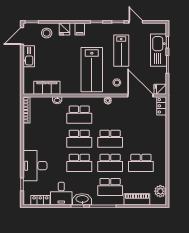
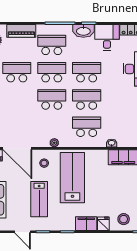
filing cabinet: (80, 29) -> (86, 224), width x2.00
lab bench: (121, 51) -> (39, 199), turned 180

